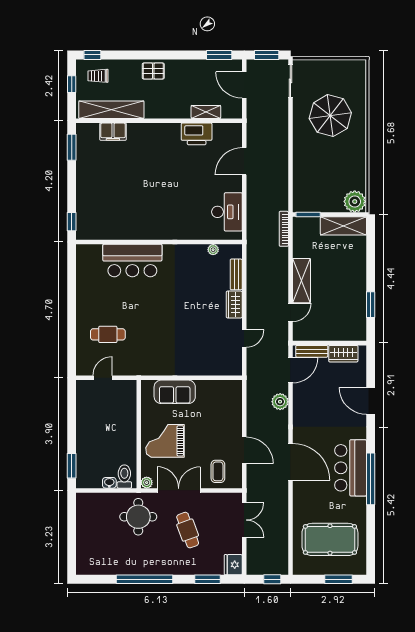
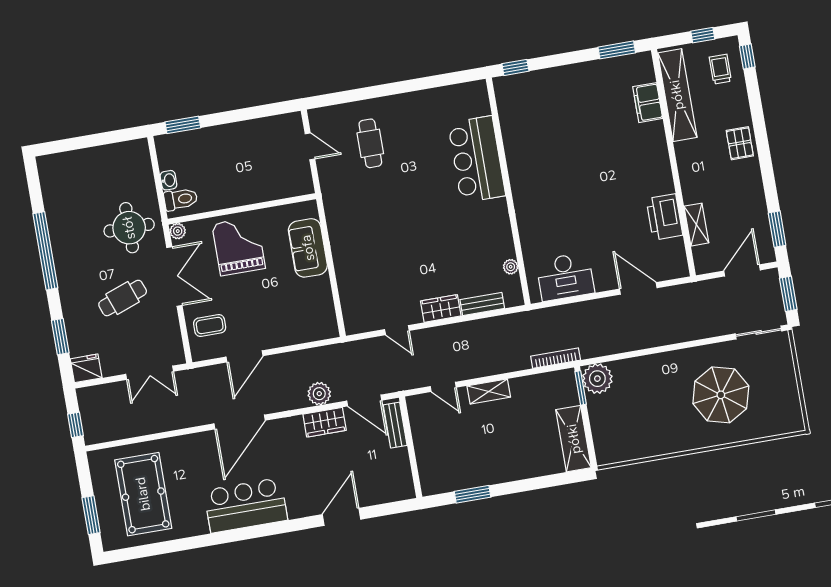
plant: (355, 202) -> (597, 379), moved
shelving: (302, 281) -> (489, 391), width x0.67, depth x0.75
wardrobe: (343, 354) -> (325, 422), moved, turned -90
window: (371, 479) -> (235, 535), removed

